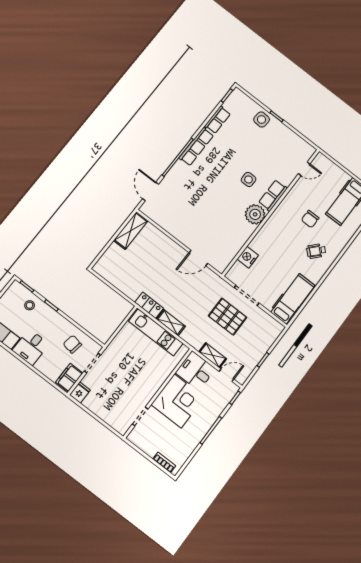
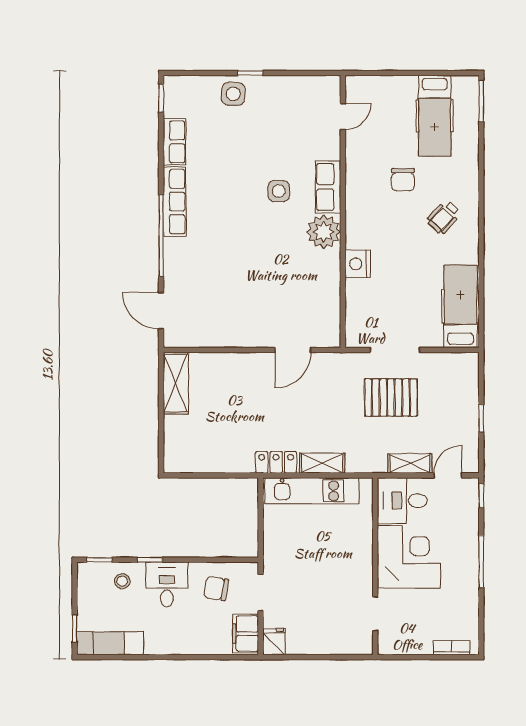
nightstand: (248, 257) -> (358, 264), moved
desk: (31, 347) -> (167, 584), moved, turned 180

